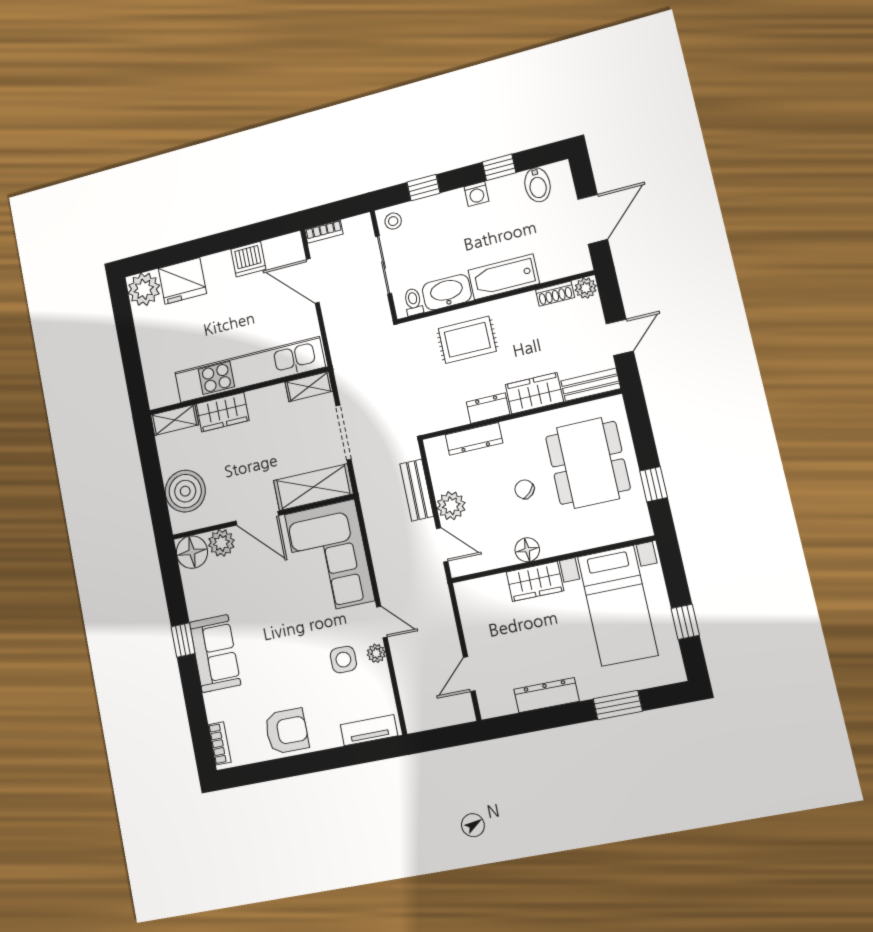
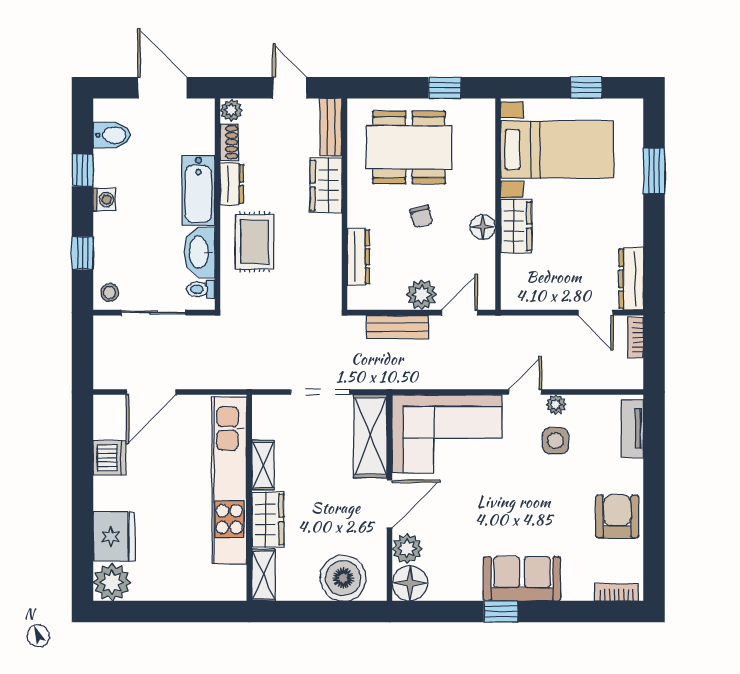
bookcase: (324, 232) -> (635, 337), moved, turned 180
shelving: (309, 387) -> (263, 465), moved
dresser: (488, 408) -> (232, 184), moved, turned 180
chair: (525, 489) -> (421, 216), turned -60
dresser: (546, 695) -> (631, 279), moved

